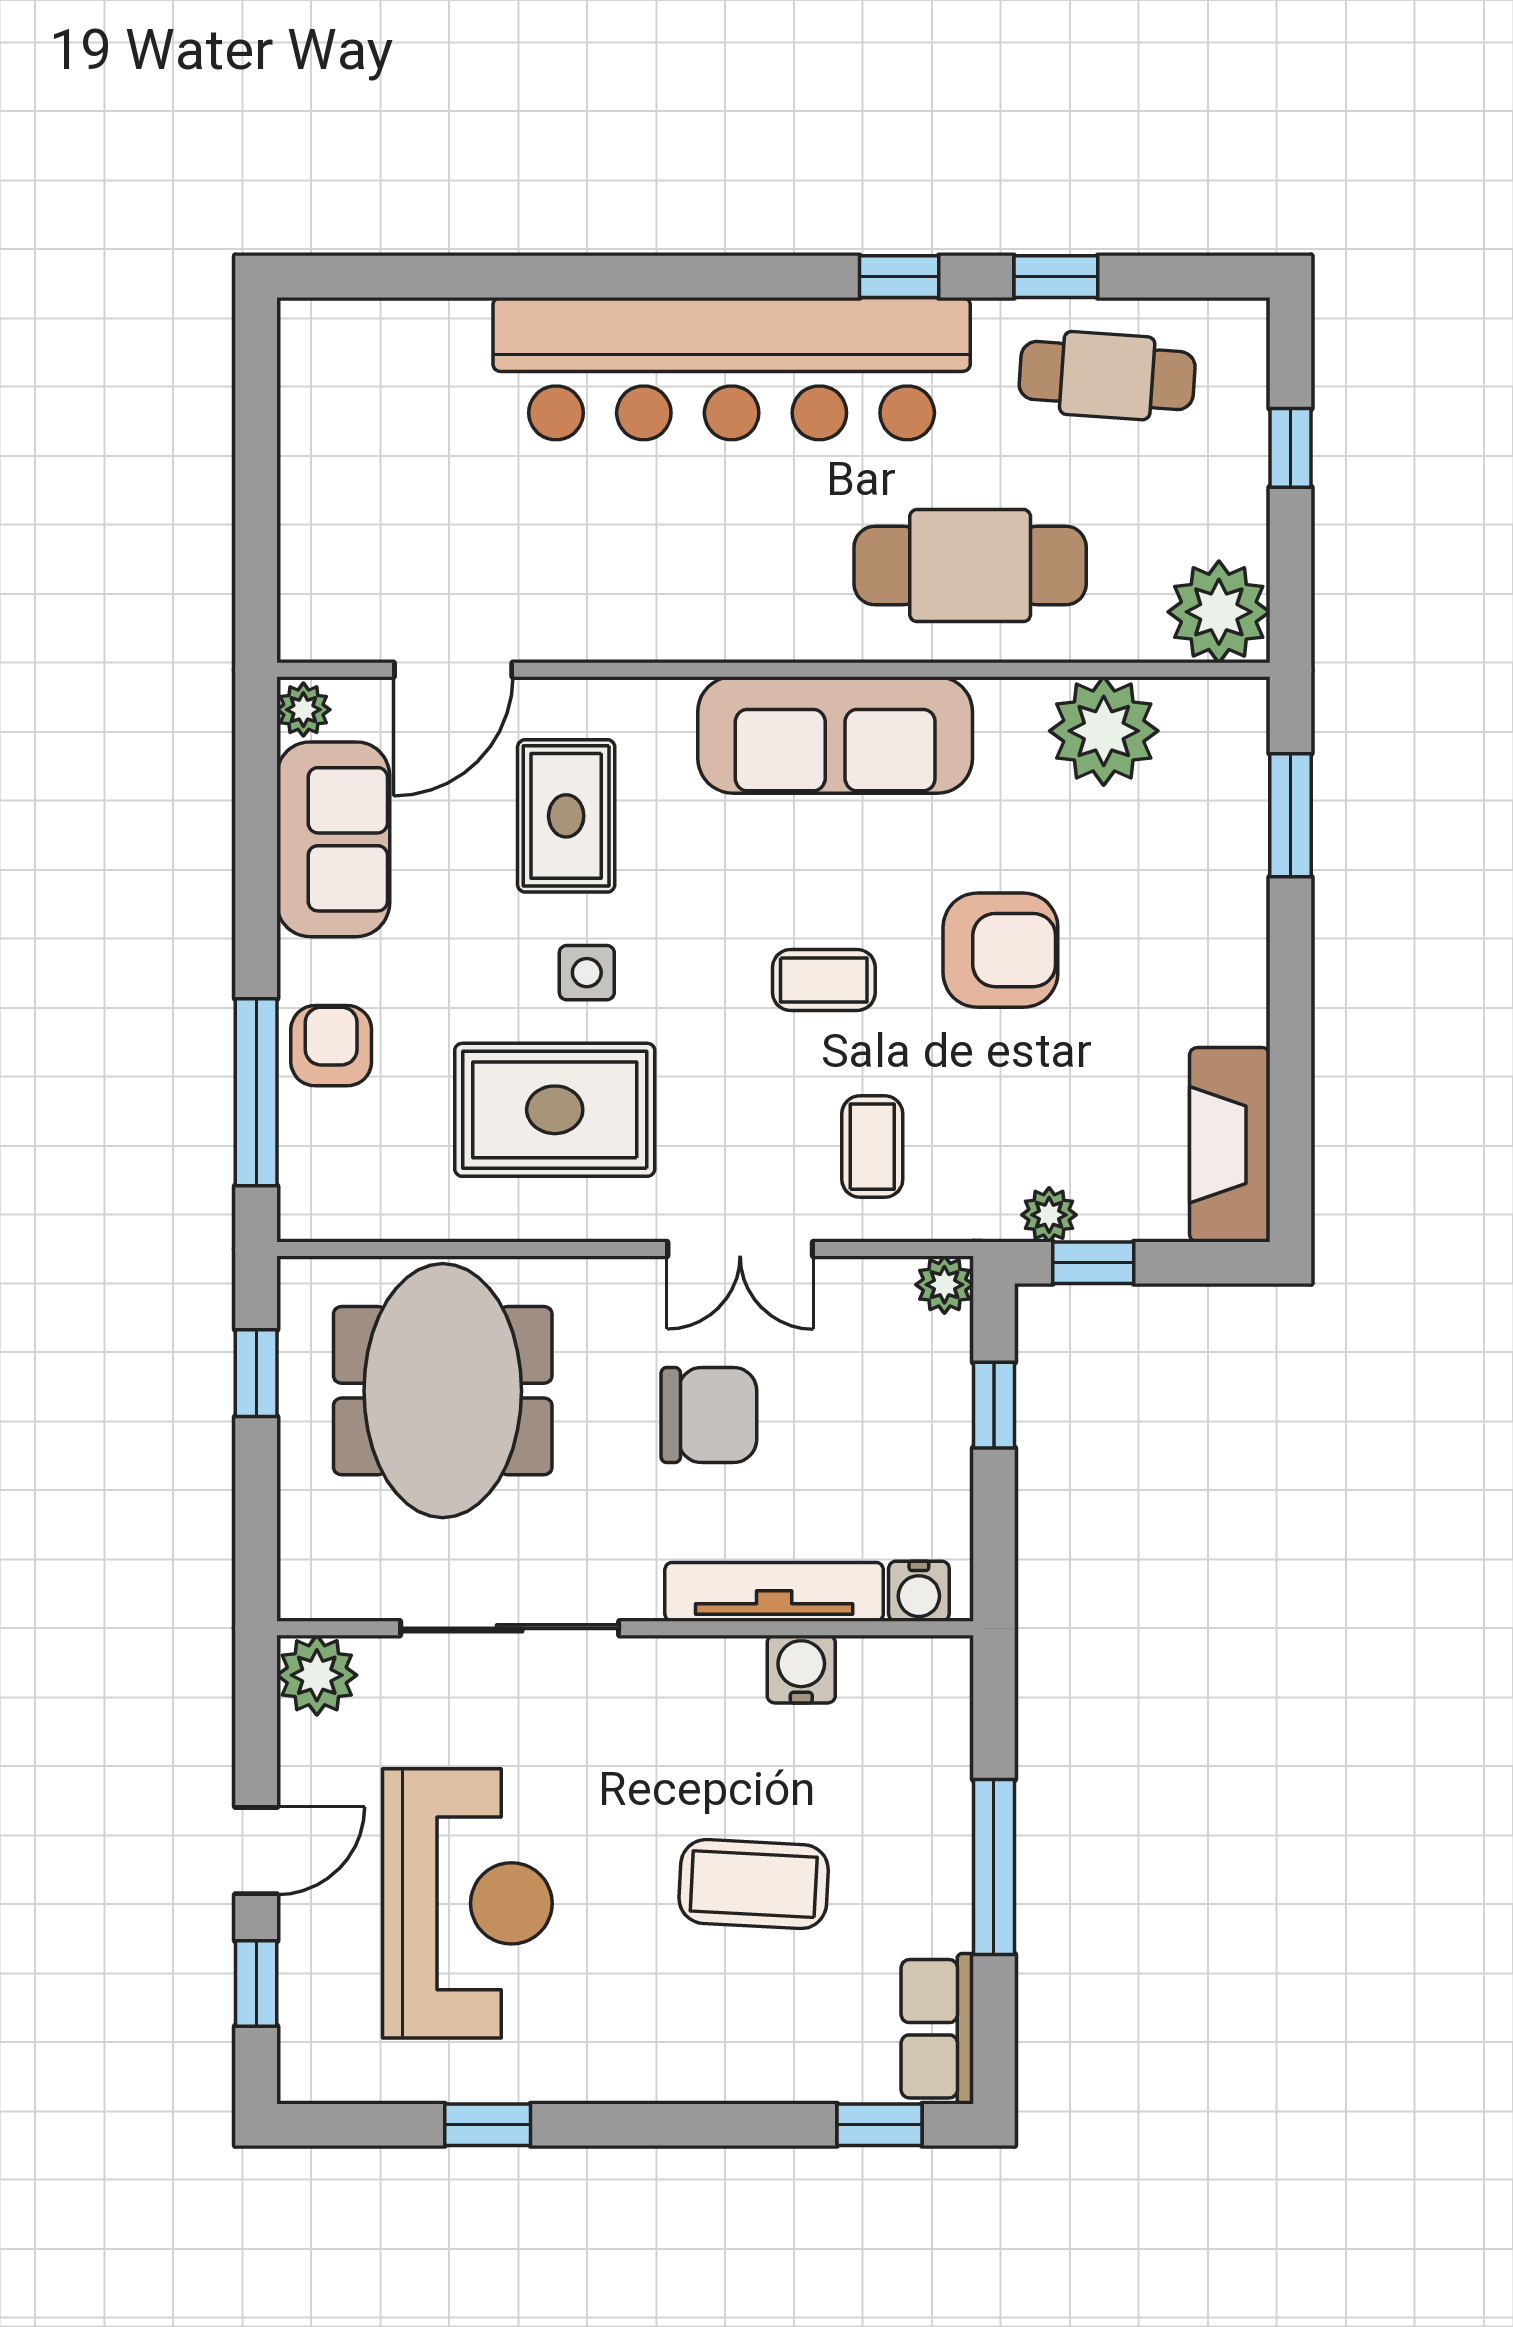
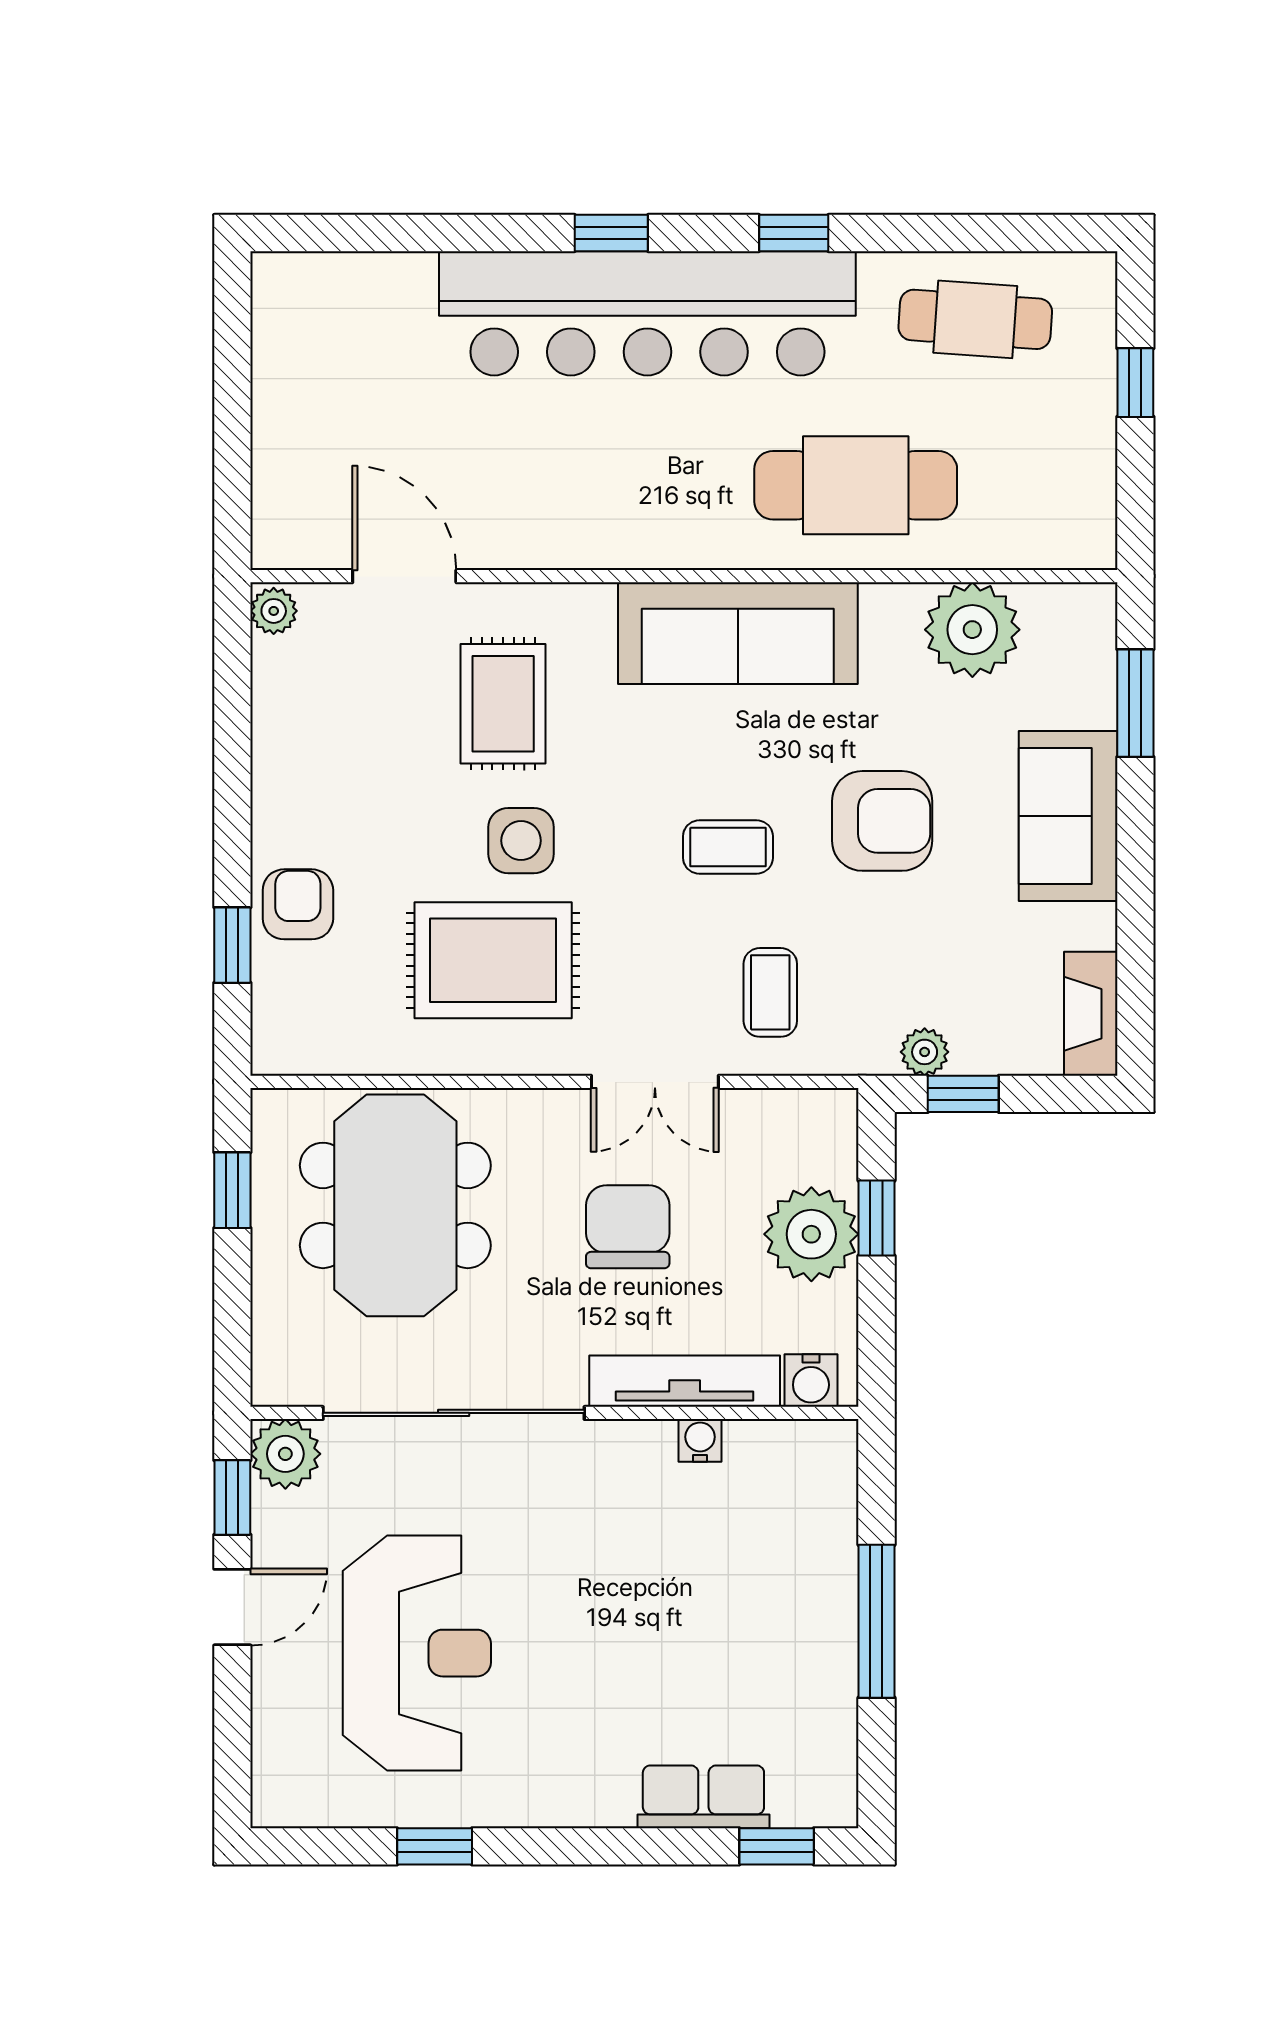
window: (1056, 277) -> (611, 233), moved
plant: (1219, 612) -> (1073, 526), removed
door: (453, 670) -> (404, 576), swing flipped
sofa: (333, 839) -> (1068, 816), moved, turned 180
side table: (587, 973) -> (521, 841), width x1.37, depth x1.37
window: (256, 1092) -> (232, 945), width x0.46
fireplace: (1230, 1145) -> (1091, 1014), width x0.73, depth x0.76
plant: (944, 1285) -> (811, 1234), moved, width x1.87, depth x1.87
chair: (709, 1415) -> (628, 1227), turned -90
sliding door: (510, 1628) -> (454, 1413), width x1.36
water cooler: (801, 1669) -> (700, 1440), width x0.72, depth x0.72
coffee table: (754, 1884) -> (667, 1636), removed
window: (256, 1984) -> (232, 1498), moved
row of seats: (937, 2029) -> (703, 1797), moved, turned 90

